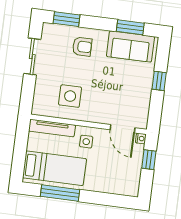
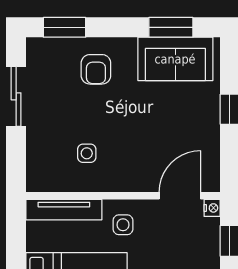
armchair: (82, 47) -> (96, 69), turned 90
side table: (70, 96) -> (87, 153), width x0.54, depth x0.54
door: (123, 129) -> (180, 196), swing flipped

